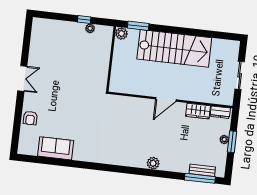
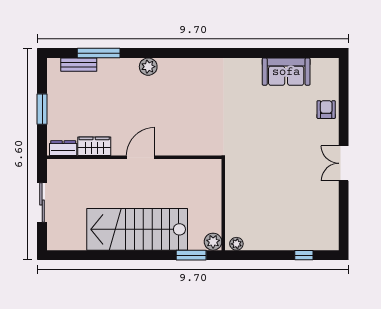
window: (84, 20) -> (304, 255), moved
plant: (90, 28) -> (236, 244), moved
plant: (224, 140) -> (53, 111), removed
window: (200, 178) -> (99, 53), moved

